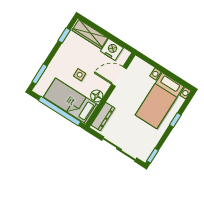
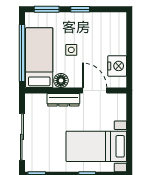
wardrobe: (90, 34) -> (119, 34), removed
window: (64, 35) -> (80, 9), moved
dresser: (103, 116) -> (63, 100), moved

